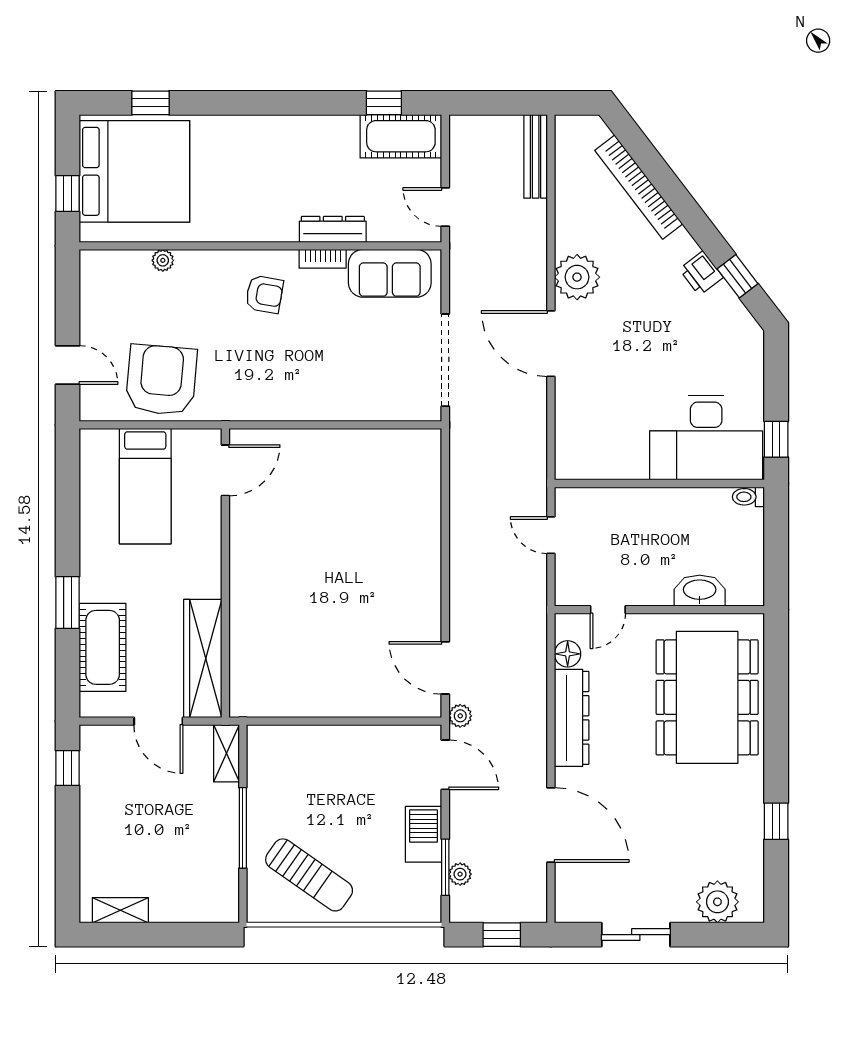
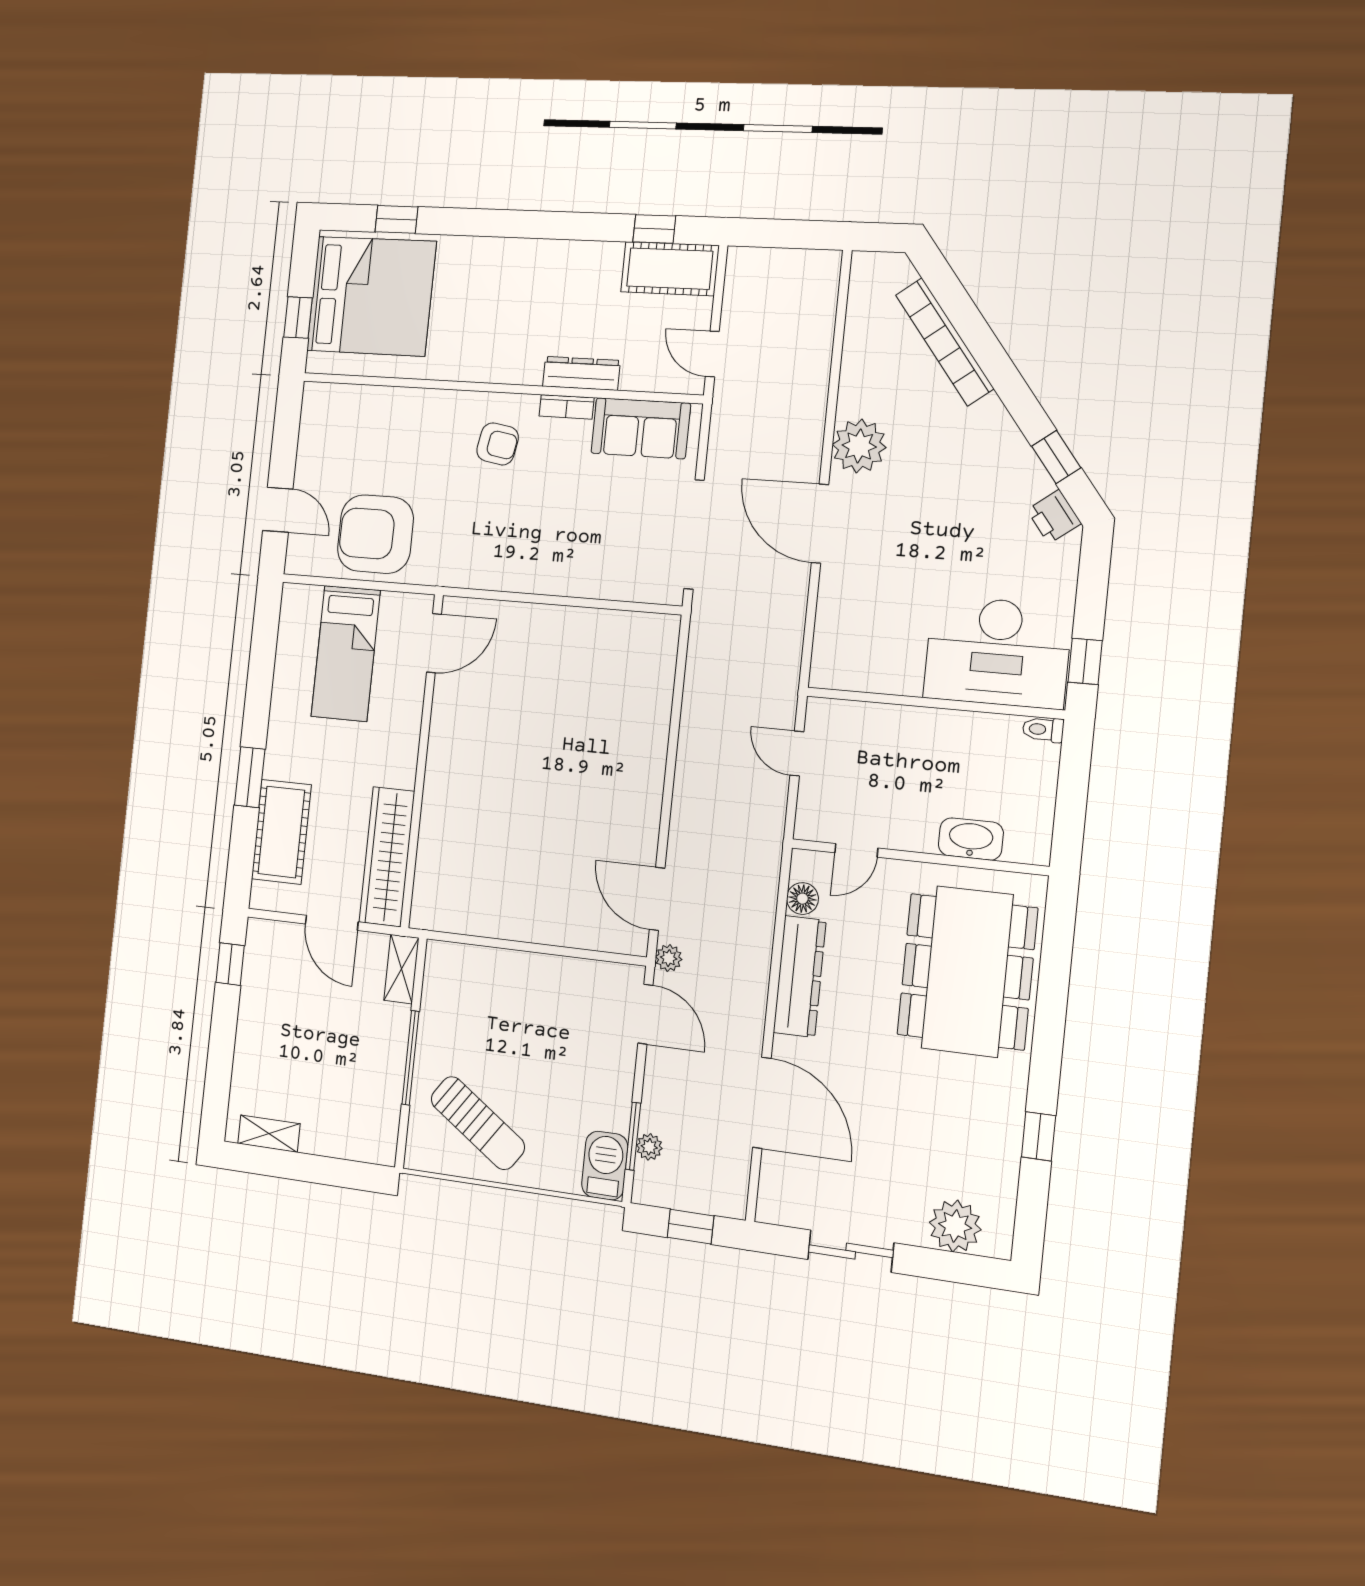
bench: (536, 156) -> (824, 299), removed
plant: (163, 260) -> (391, 398), removed
printer: (701, 273) -> (1054, 517), moved
armchair: (161, 380) -> (375, 534), turned -95
barbecue: (424, 834) -> (605, 1166), moved

